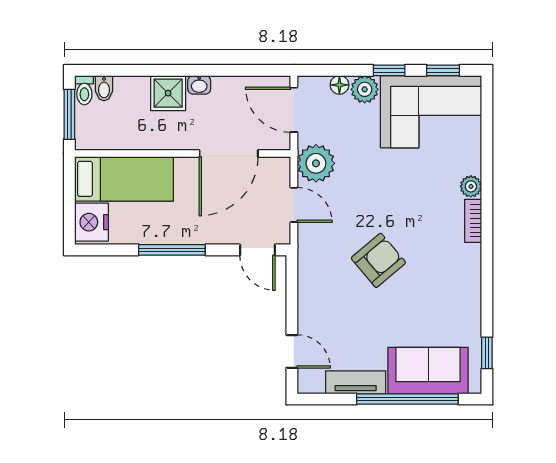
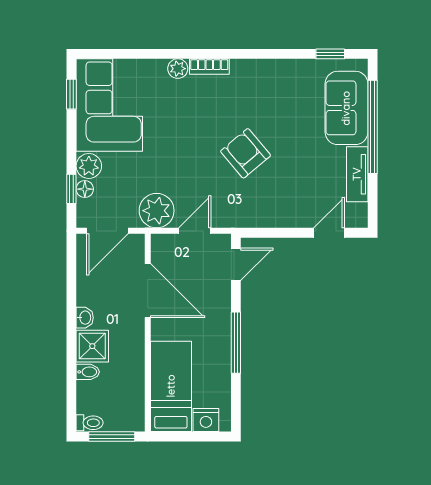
window: (389, 70) -> (71, 189), moved
bidet: (104, 88) -> (88, 372), moved
nightstand: (92, 222) -> (206, 420), width x0.74, depth x0.75

